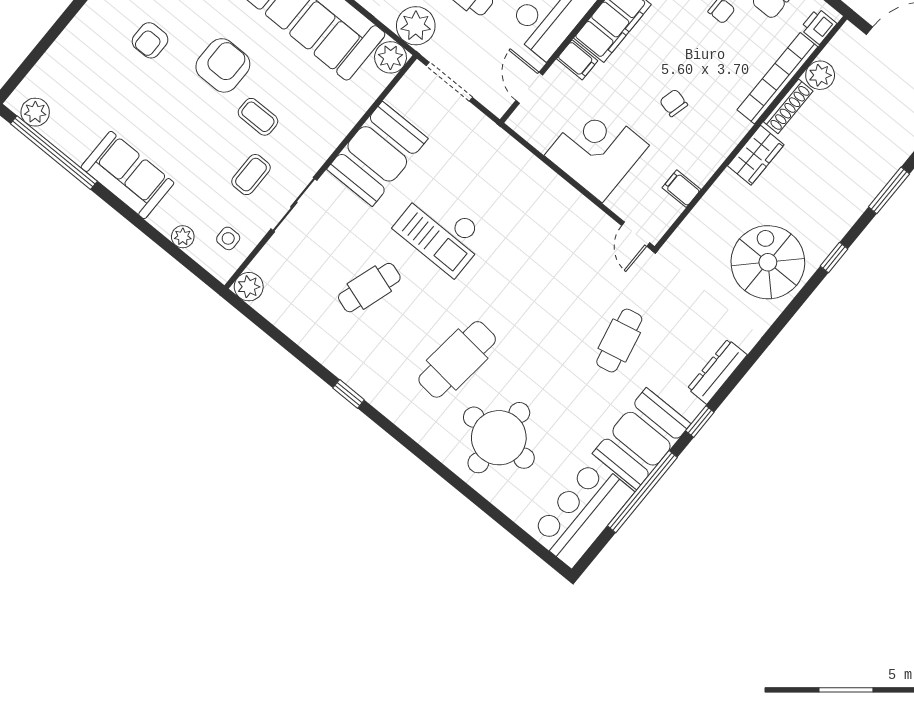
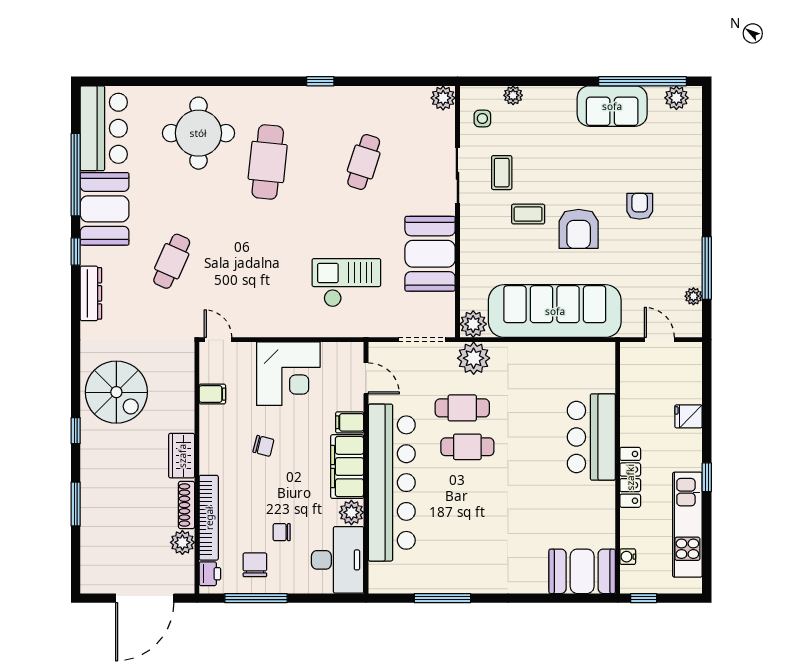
sofa: (127, 175) -> (612, 106), moved
checkout: (441, 232) -> (346, 283), moved
cafe table: (619, 341) -> (172, 261), turned 36

